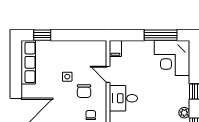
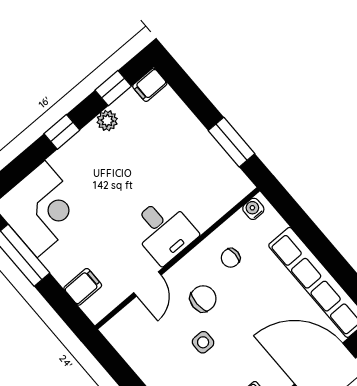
filing cabinet: (115, 49) -> (83, 287), moved

